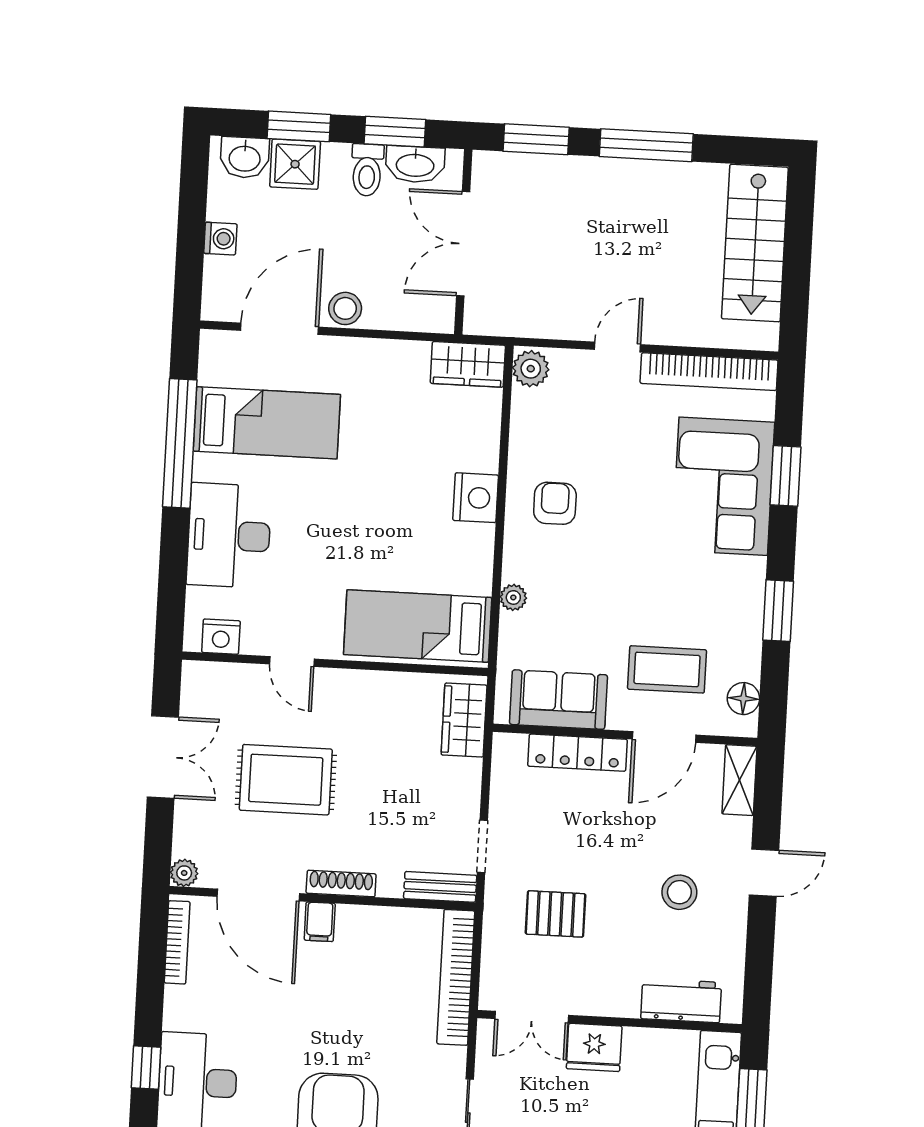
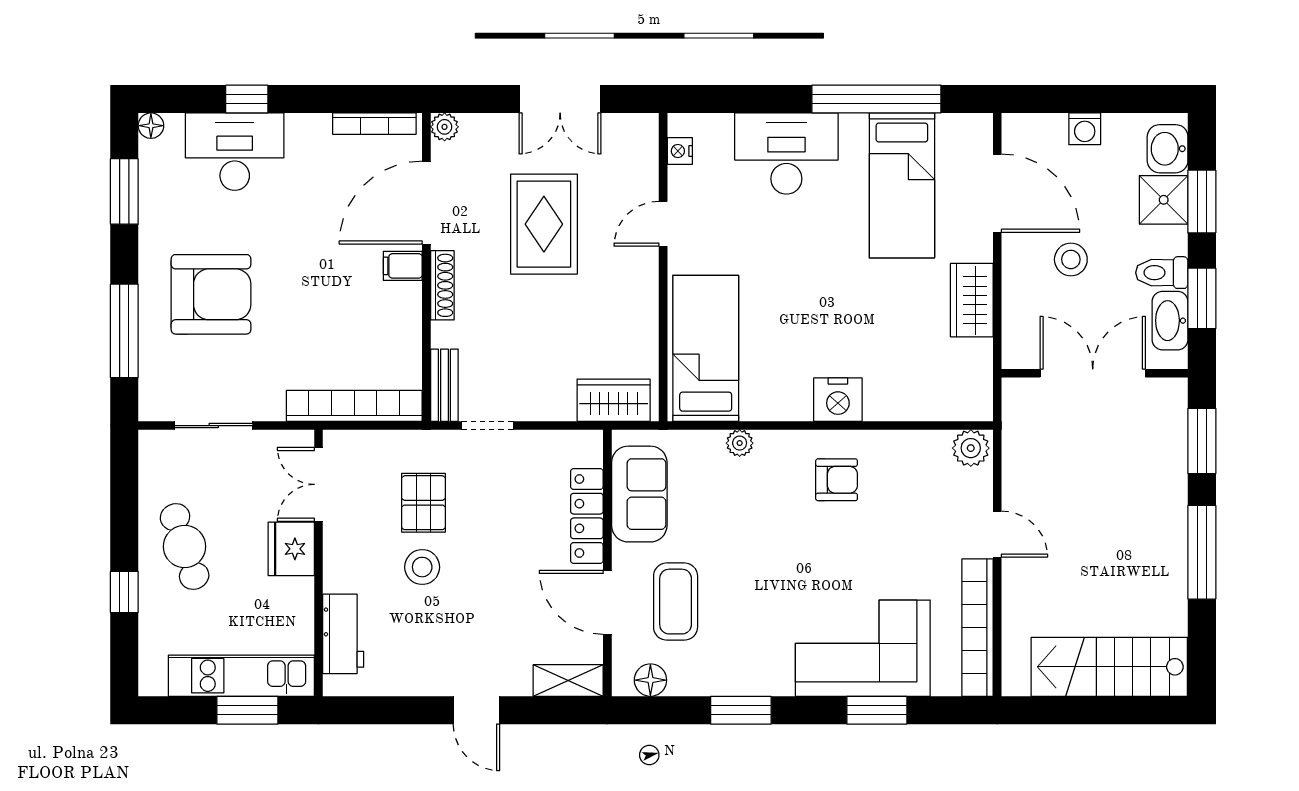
stool: (345, 308) -> (1071, 259), moved
wardrobe: (468, 364) -> (972, 300), moved
nightstand: (221, 637) -> (680, 151), width x0.72, depth x0.74
stool: (679, 892) -> (422, 567), moved

